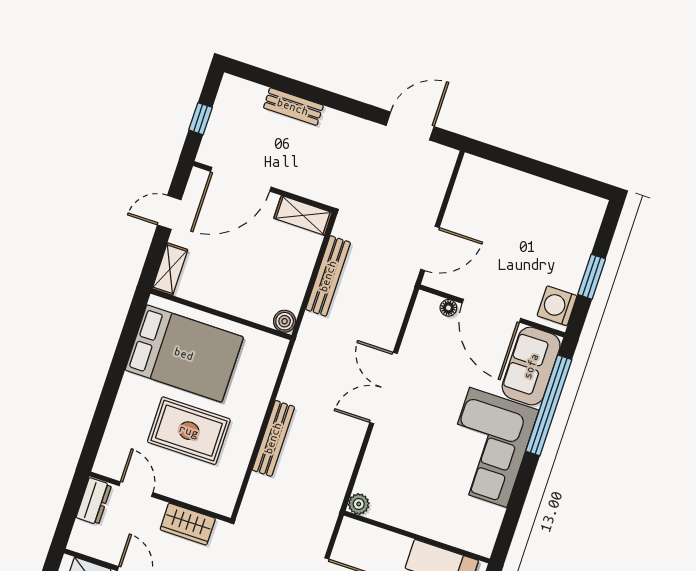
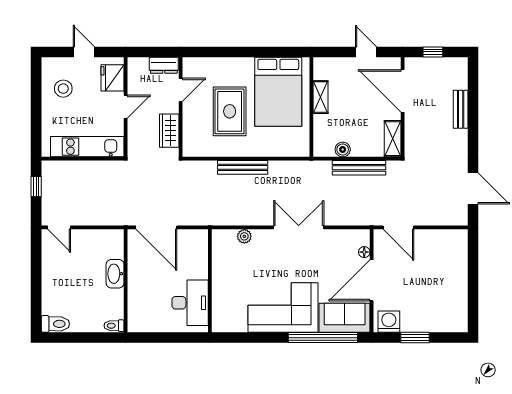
shelving: (170, 269) -> (320, 97), moved, turned 90
boiler: (285, 321) -> (343, 149), moved
plant: (359, 504) -> (244, 236), moved

